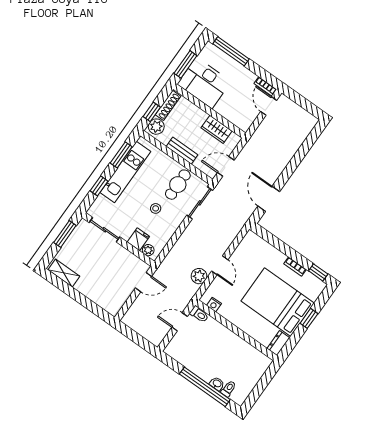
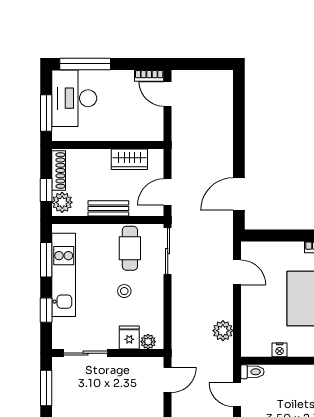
desk: (204, 83) -> (74, 98), moved, turned 90
door: (269, 199) -> (239, 194), hinge flipped
door: (220, 265) -> (237, 272), moved
nightstand: (214, 305) -> (280, 350), moved
door: (180, 322) -> (237, 395), hinge flipped

